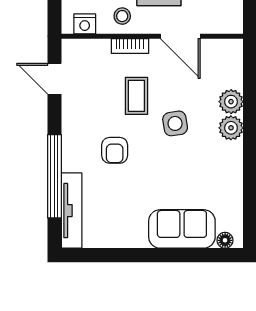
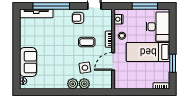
side table: (175, 123) -> (85, 68), moved
armchair: (115, 150) -> (78, 18), moved

